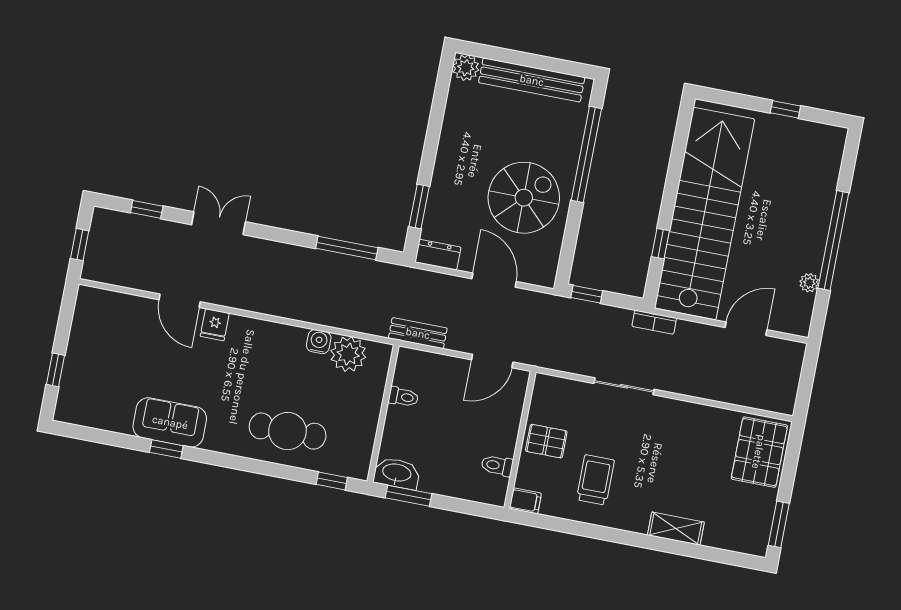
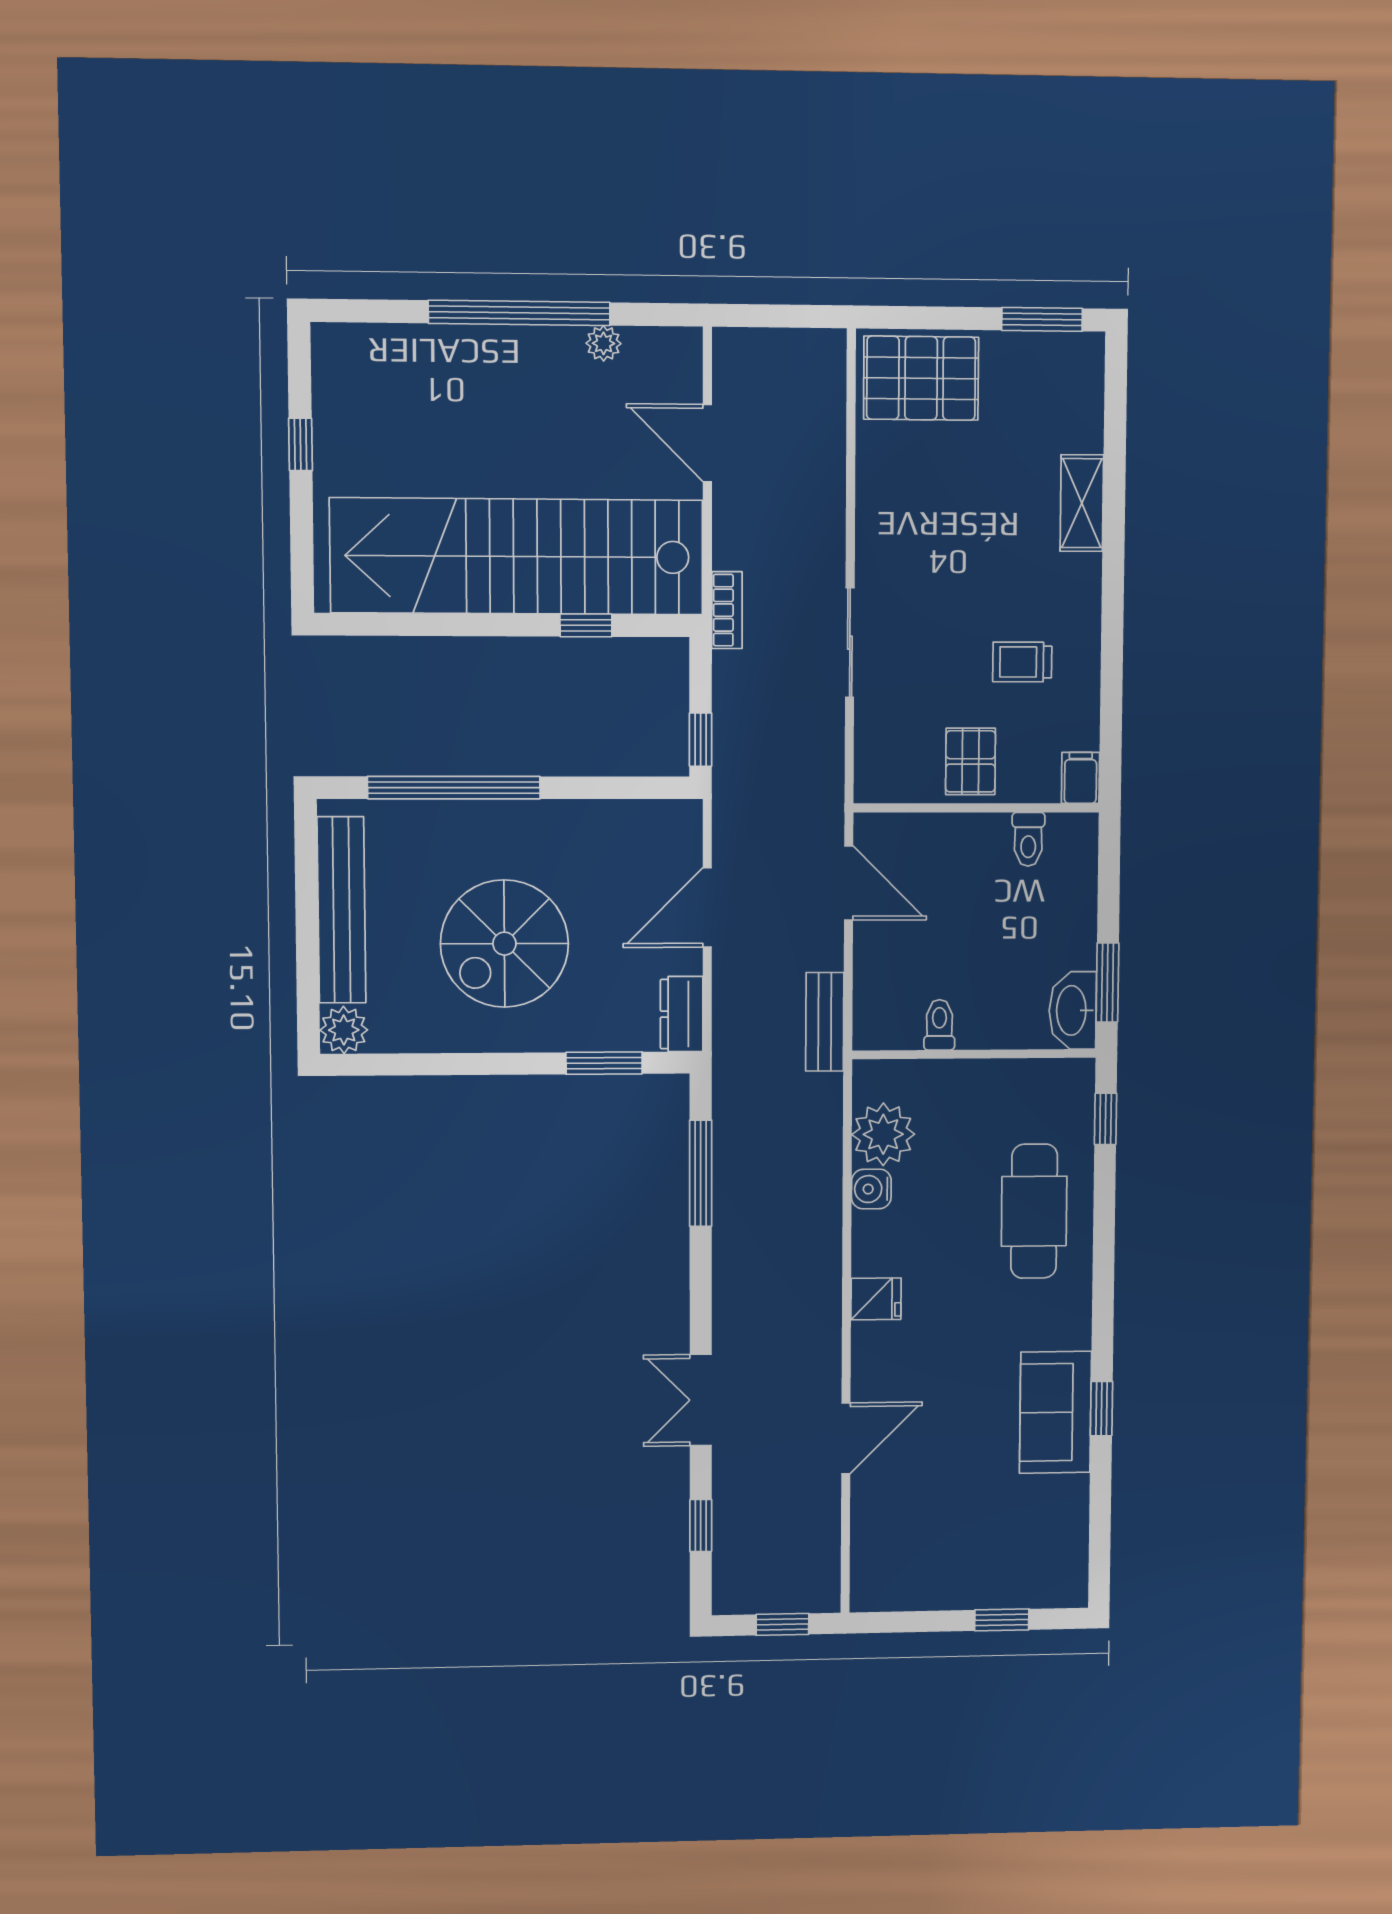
spiral stairs: (524, 198) -> (504, 944), moved, turned -90
fridge: (215, 325) -> (876, 1299), moved
trolley: (595, 480) -> (1022, 662), width x0.73, depth x0.72

